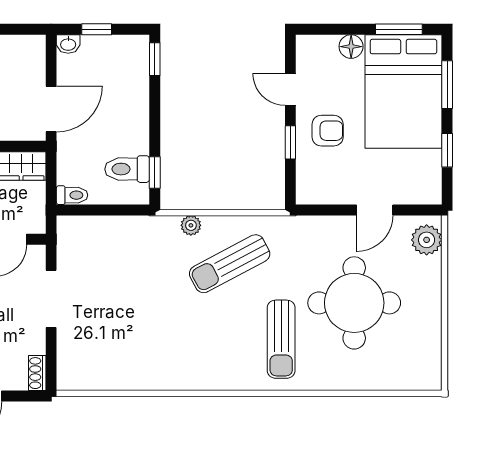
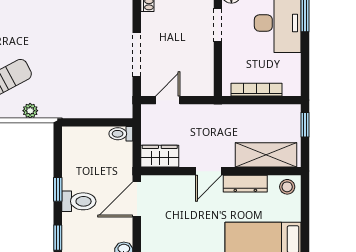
toilet: (127, 169) -> (79, 201), moved
window: (155, 173) -> (58, 189), moved

